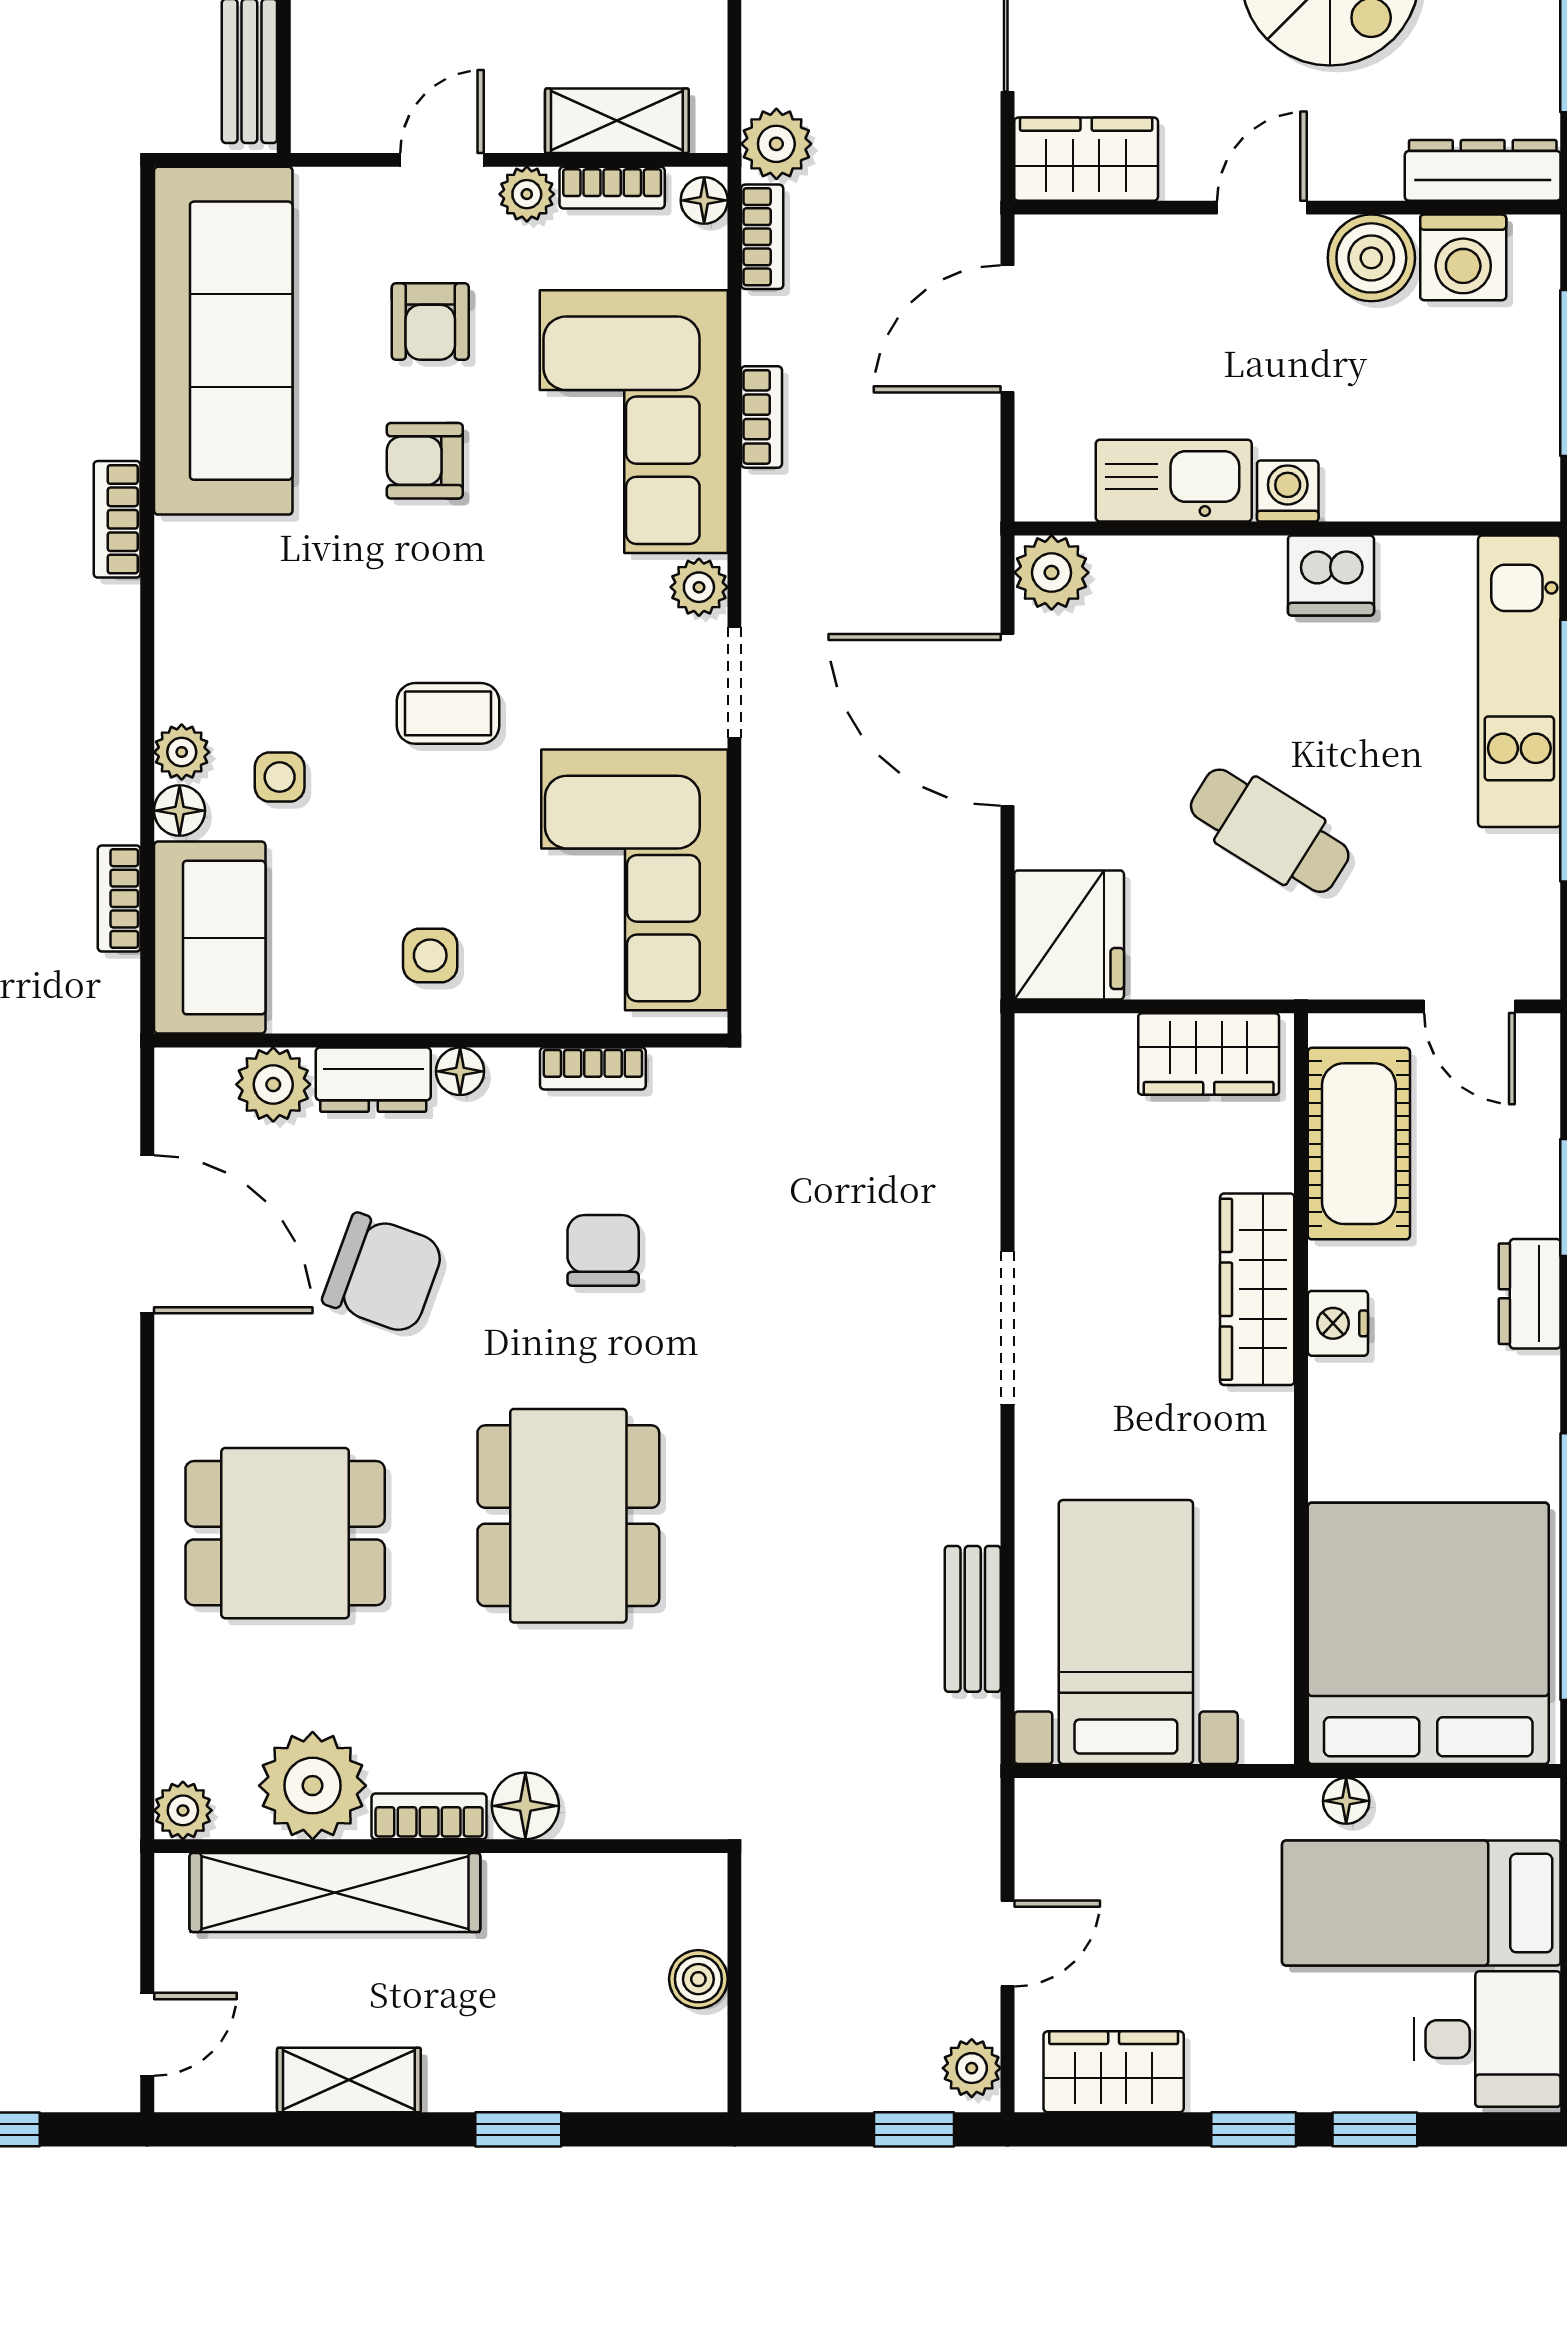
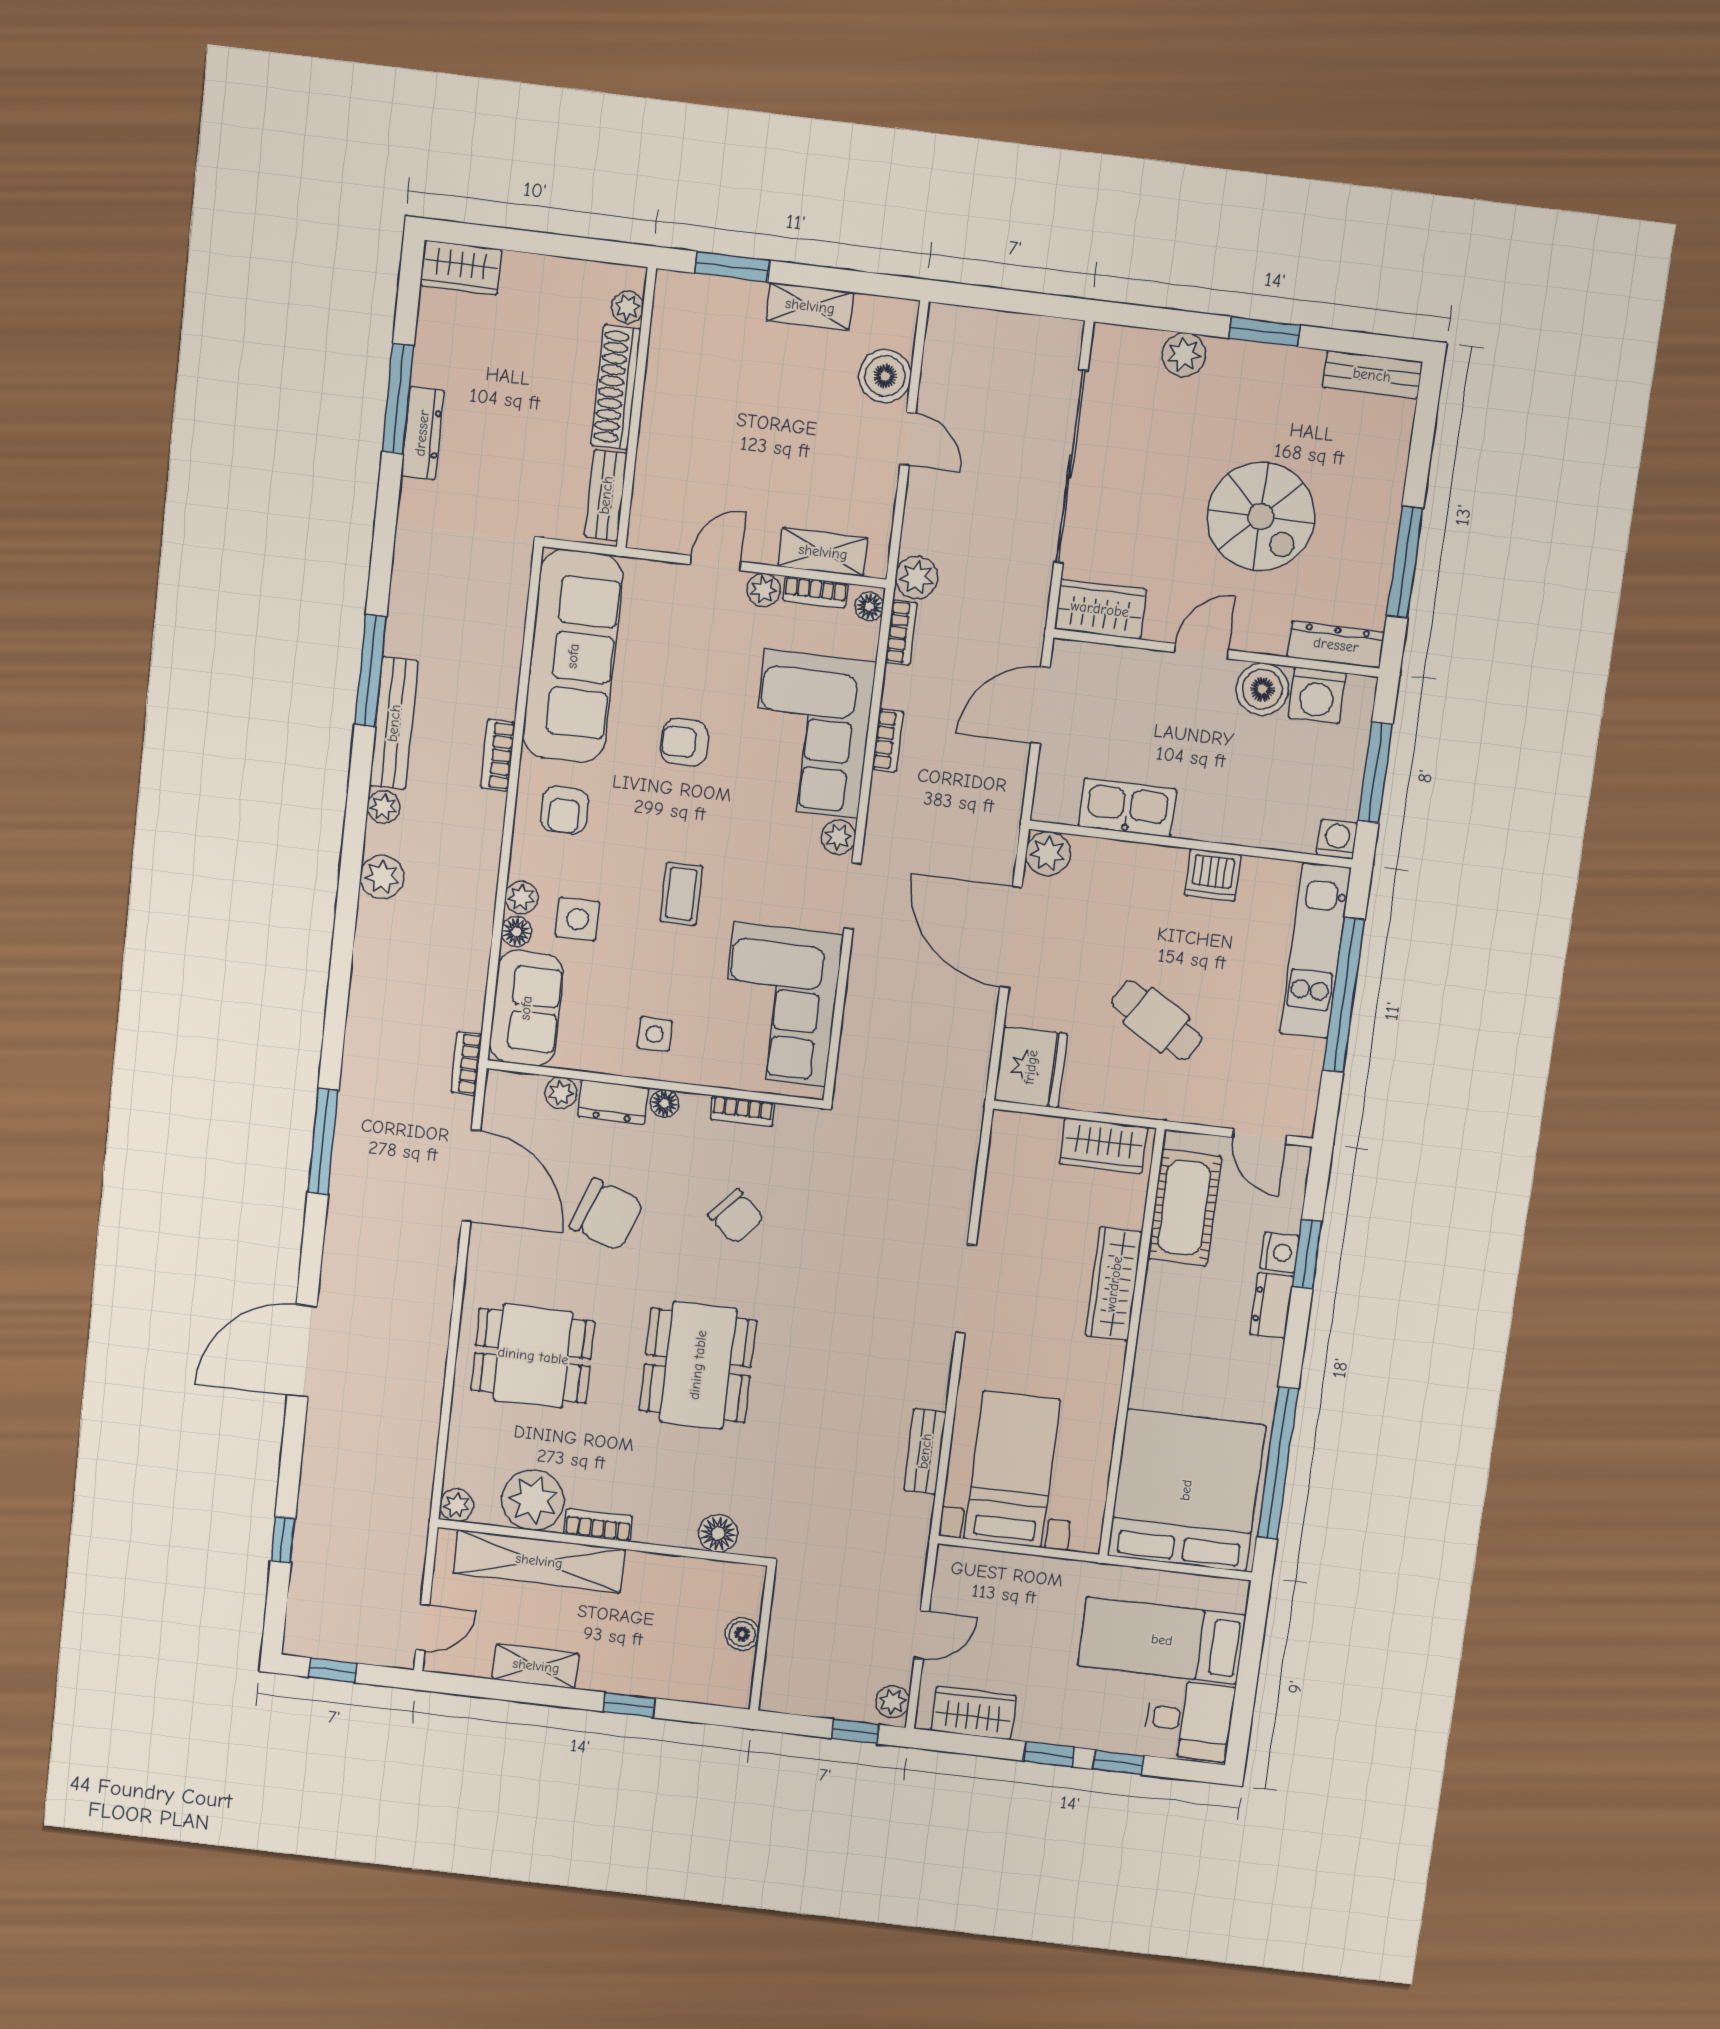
armchair: (430, 322) -> (564, 810), moved
washing machine: (1288, 491) -> (1337, 839), moved
coffee table: (448, 713) -> (681, 894), turned 90
side table: (280, 777) -> (578, 919), width x1.37, depth x1.37
bookcase: (119, 899) -> (466, 1063), moved
plant: (273, 1084) -> (561, 1093), width x0.73, depth x0.73
chair: (603, 1250) -> (736, 1217), turned 132
nightstand: (1338, 1323) -> (1280, 1252), moved, turned 180
floor lamp: (1346, 1801) -> (1126, 1579), removed
floor lamp: (525, 1806) -> (718, 1533), moved

